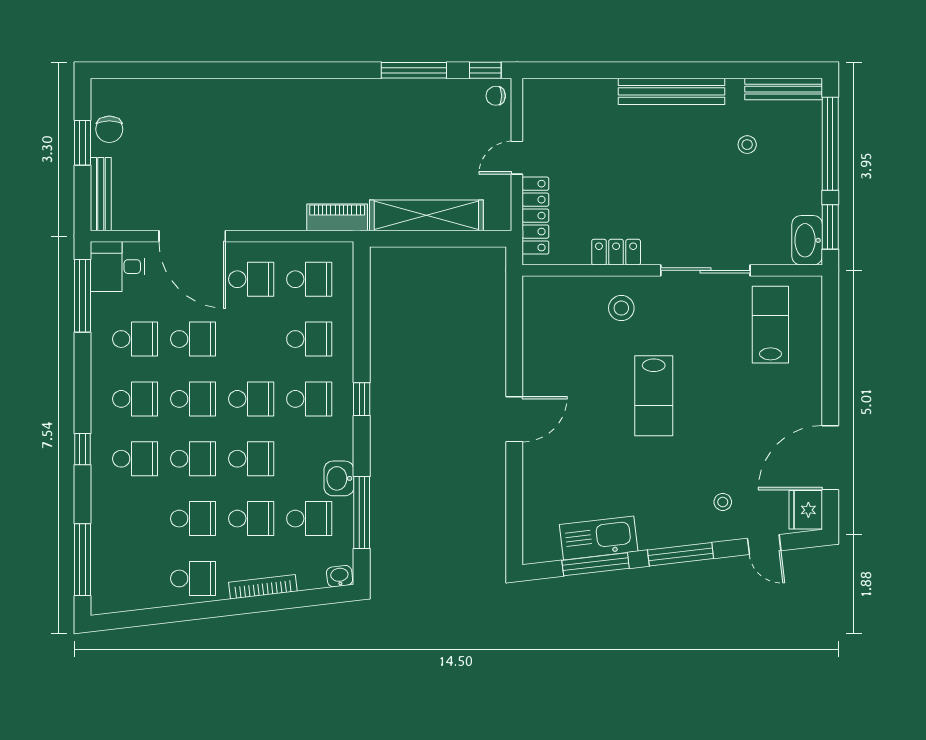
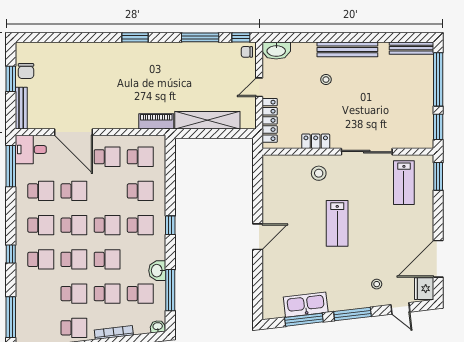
window: (300, 70) -> (135, 37), added
stool: (747, 145) -> (326, 80), moved
washbasin: (807, 240) -> (276, 51), moved, turned -90
window: (830, 314) -> (438, 176), added
lab bench: (770, 325) -> (404, 183), turned 180

